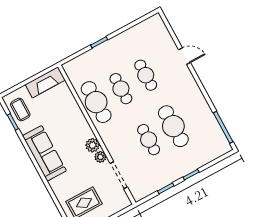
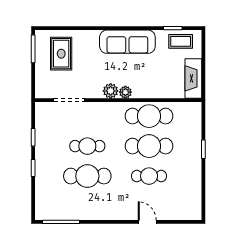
door: (184, 56) -> (147, 222), swing flipped
cafe table: (121, 89) -> (149, 146), width x1.37, depth x1.35
plant: (100, 157) -> (125, 92), moved

